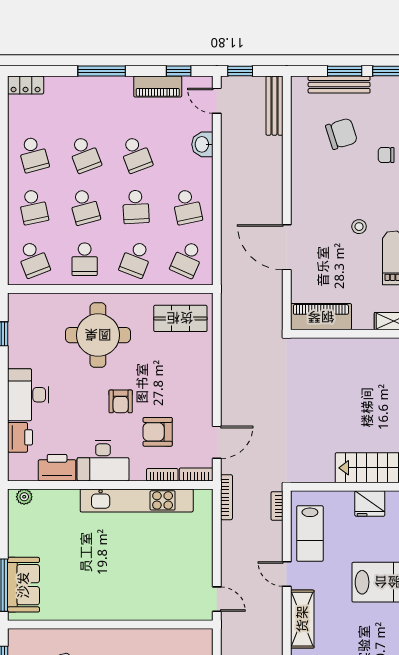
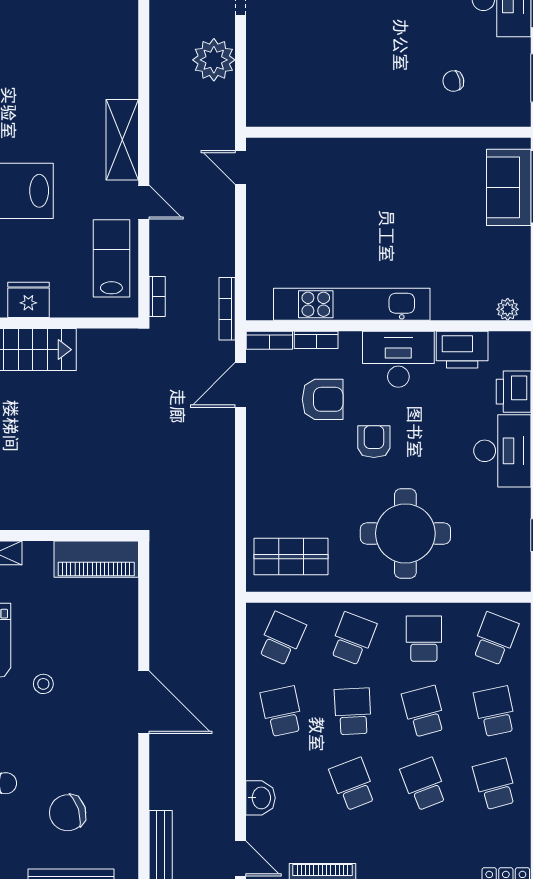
door: (287, 247) -> (144, 702), moved
school desk: (33, 259) -> (495, 639), turned 42

